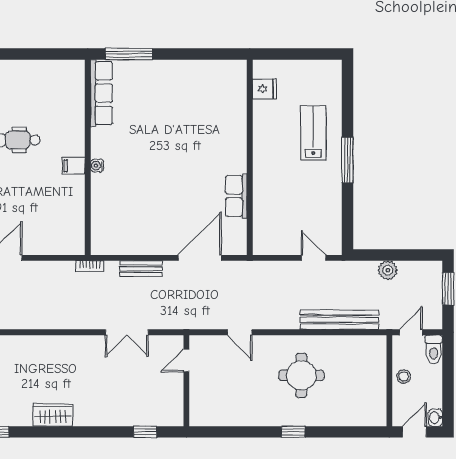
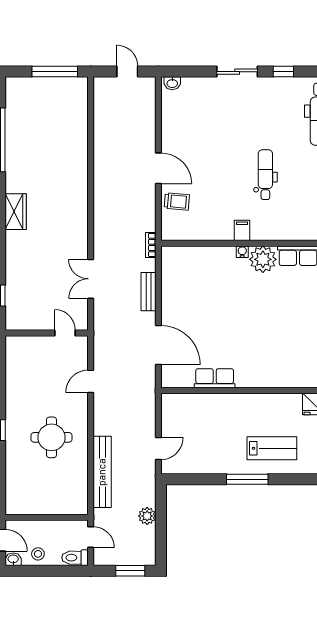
plant: (105, 143) -> (263, 259), added
trolley: (42, 238) -> (177, 201), added
stool: (404, 377) -> (38, 554), moved

